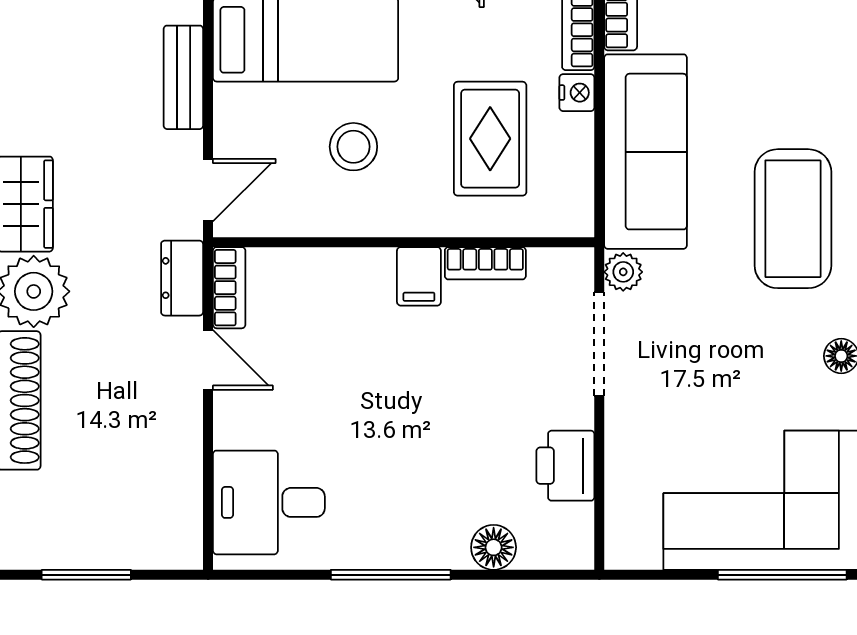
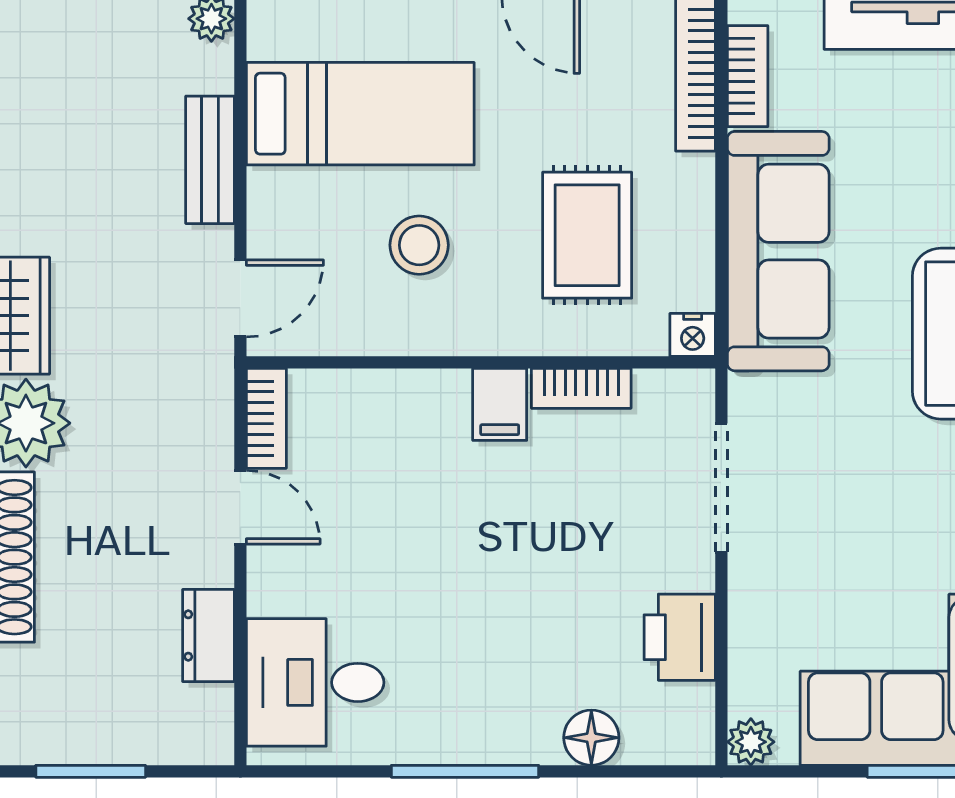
nightstand: (577, 93) -> (693, 335), moved, turned 90
plant: (623, 272) -> (751, 742), moved
dresser: (182, 278) -> (208, 636), moved

